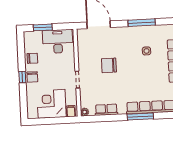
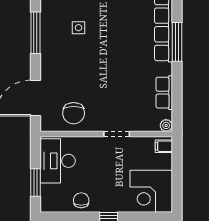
chair: (109, 65) -> (74, 113), moved
chair: (32, 77) -> (109, 202), removed
corner desk: (52, 104) -> (151, 191), moved

